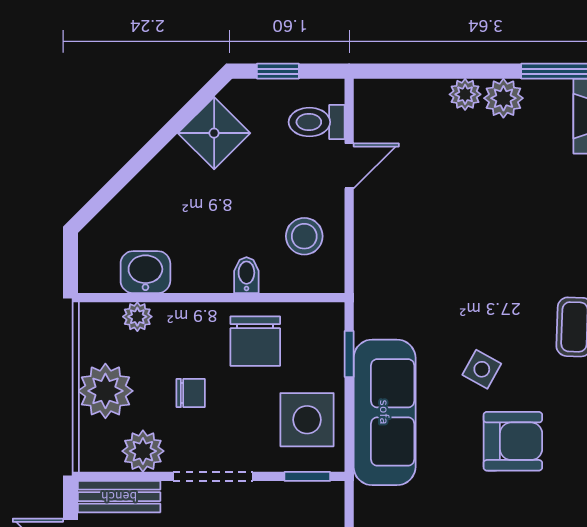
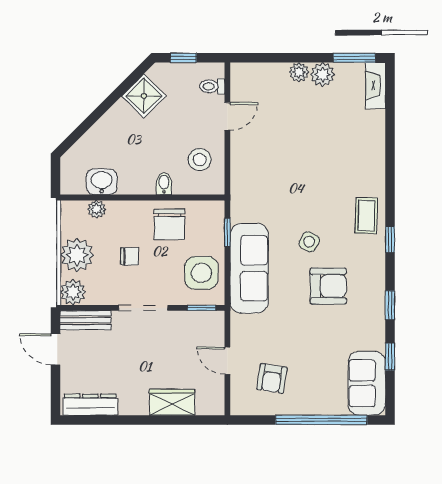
toilet: (317, 122) -> (212, 86), width x0.73, depth x0.72
plant: (143, 451) -> (73, 292), moved

